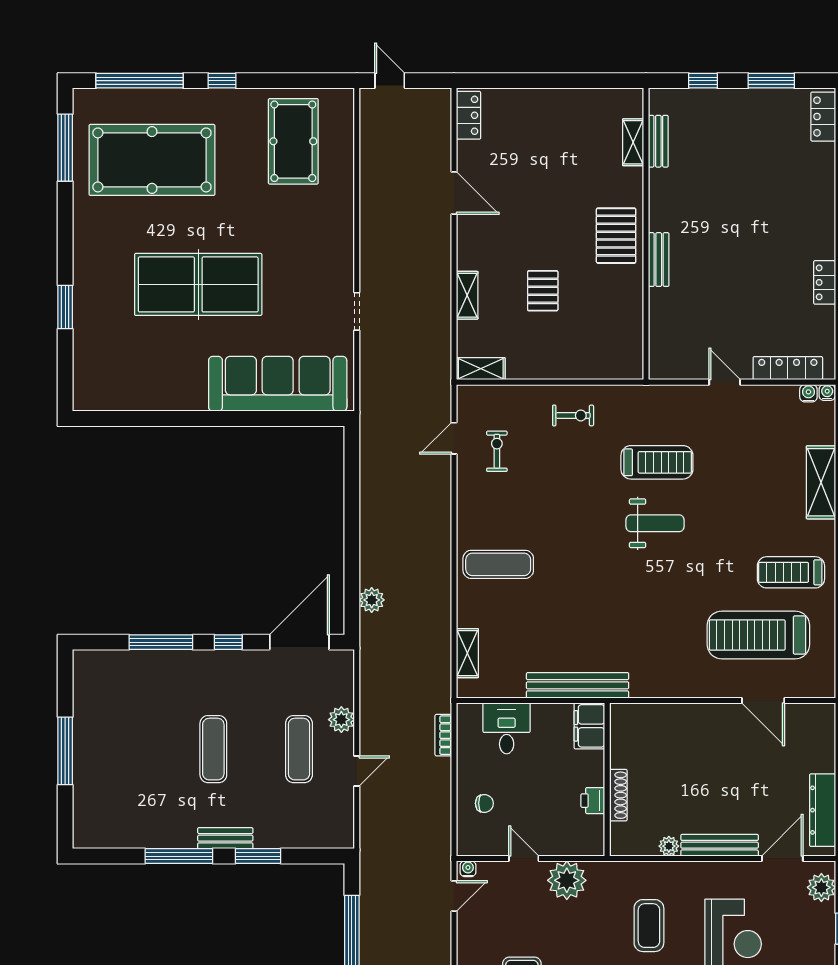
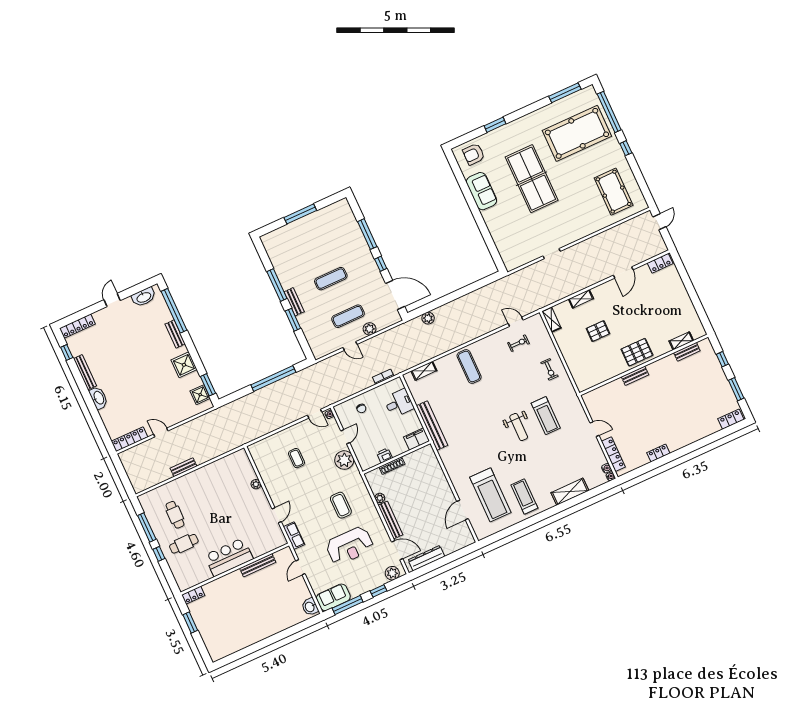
pool table: (293, 141) -> (614, 192), turned 90
pool table: (152, 160) -> (577, 133), turned 90
armchair: (102, 373) -> (474, 154), added
door: (725, 382) -> (595, 429), hinge flipped
sofa: (278, 384) -> (482, 191), moved, width x0.54, depth x0.79
treadmill: (758, 635) -> (490, 495), turned 180
coffee table: (649, 926) -> (341, 505), turned 90

